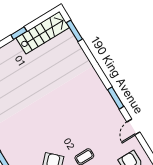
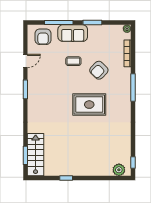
stairs: (43, 33) -> (36, 155), moved, turned 90
rug: (41, 123) -> (89, 105), added

